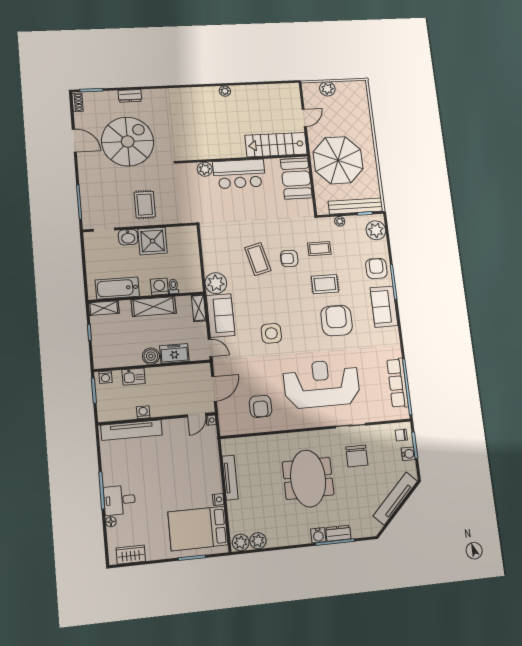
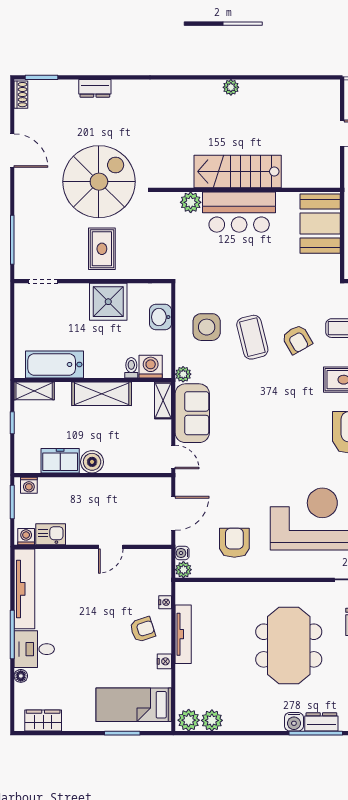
spiral stairs: (128, 142) -> (99, 182), moved
stairs: (276, 145) -> (238, 172), moved
washbasin: (128, 237) -> (160, 317), moved, turned 90
armchair: (289, 258) -> (297, 339), turned -120
plant: (216, 283) -> (183, 374), width x0.53, depth x0.53
washing machine: (159, 287) -> (151, 367), moved
side table: (271, 333) -> (207, 327), moved
freezer: (174, 354) -> (60, 461), moved
kitchen sink: (134, 377) -> (51, 534), moved, turned 180
armchair: (261, 406) -> (234, 543), turned 180
washing machine: (143, 412) -> (26, 537), moved
door: (197, 415) -> (111, 547), moved
water cooler: (223, 417) -> (182, 553), added
nightstand: (211, 420) -> (165, 602), moved
tv unit: (132, 430) -> (24, 589), moved, turned -90
plant: (226, 430) -> (183, 570), added
armchair: (200, 477) -> (143, 629), added
bed: (198, 528) -> (134, 705), width x0.67

